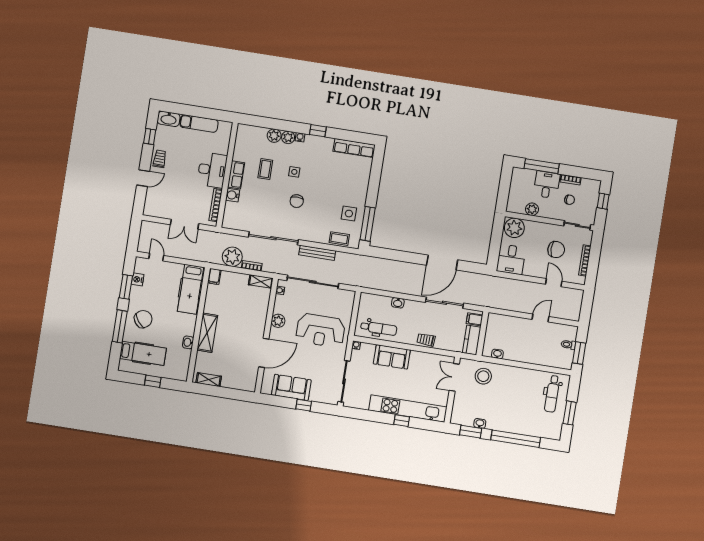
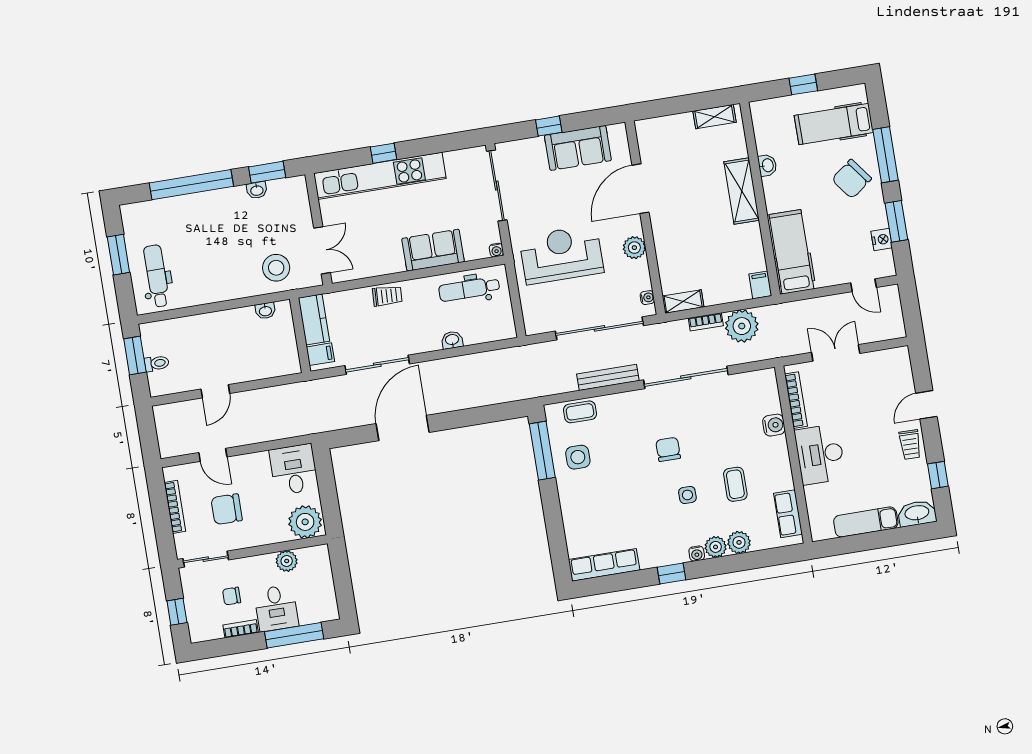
row of seats: (236, 175) -> (788, 514), moved

